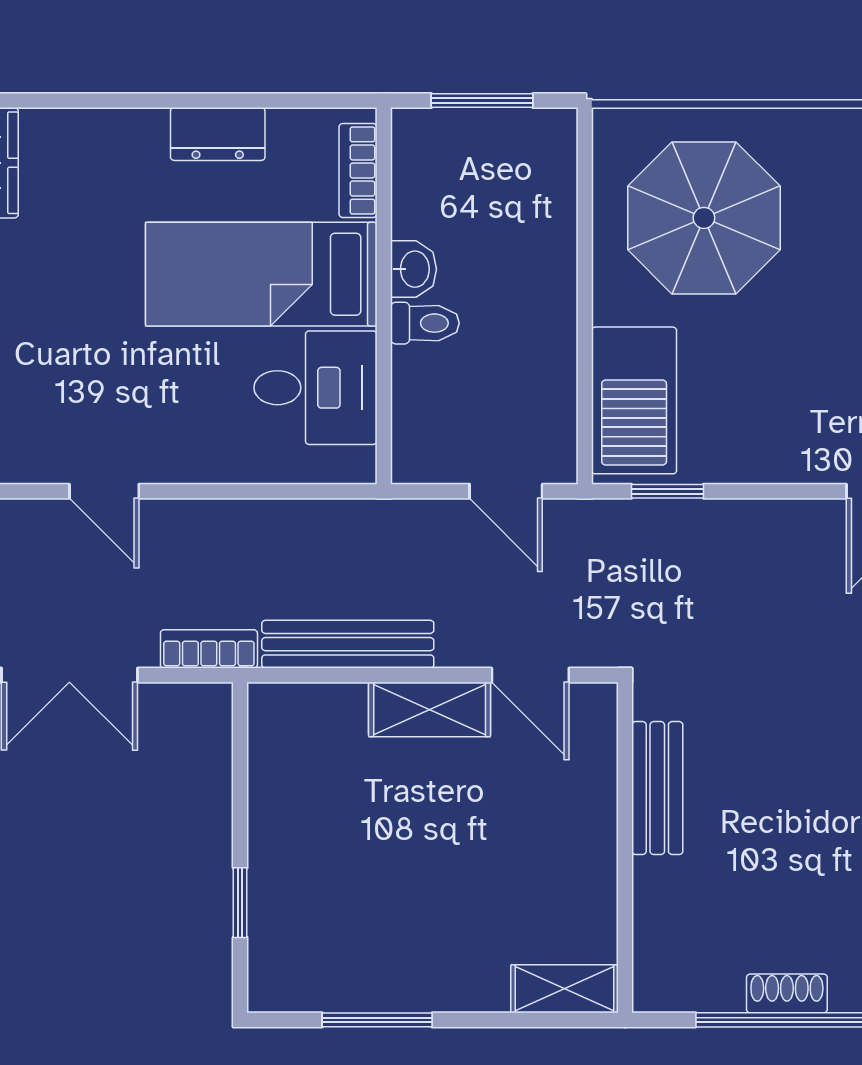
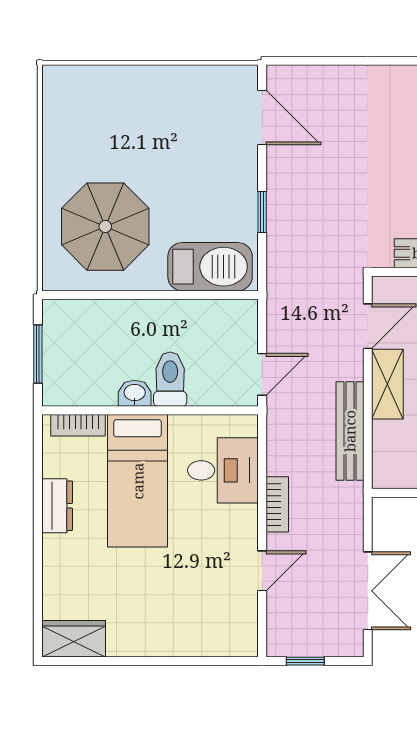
toilet: (425, 323) -> (170, 379), width x1.37, depth x1.39
desk: (315, 388) -> (223, 470), moved, turned 90
door: (506, 491) -> (262, 374), moved
window: (668, 491) -> (262, 212), moved
bookcase: (209, 649) -> (277, 504), moved, turned 180

